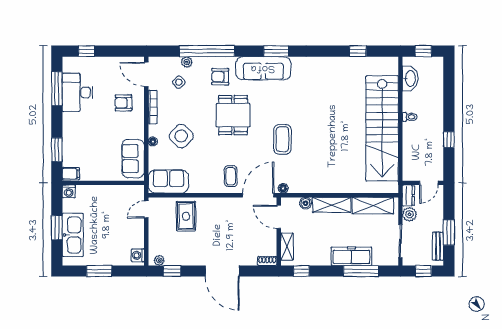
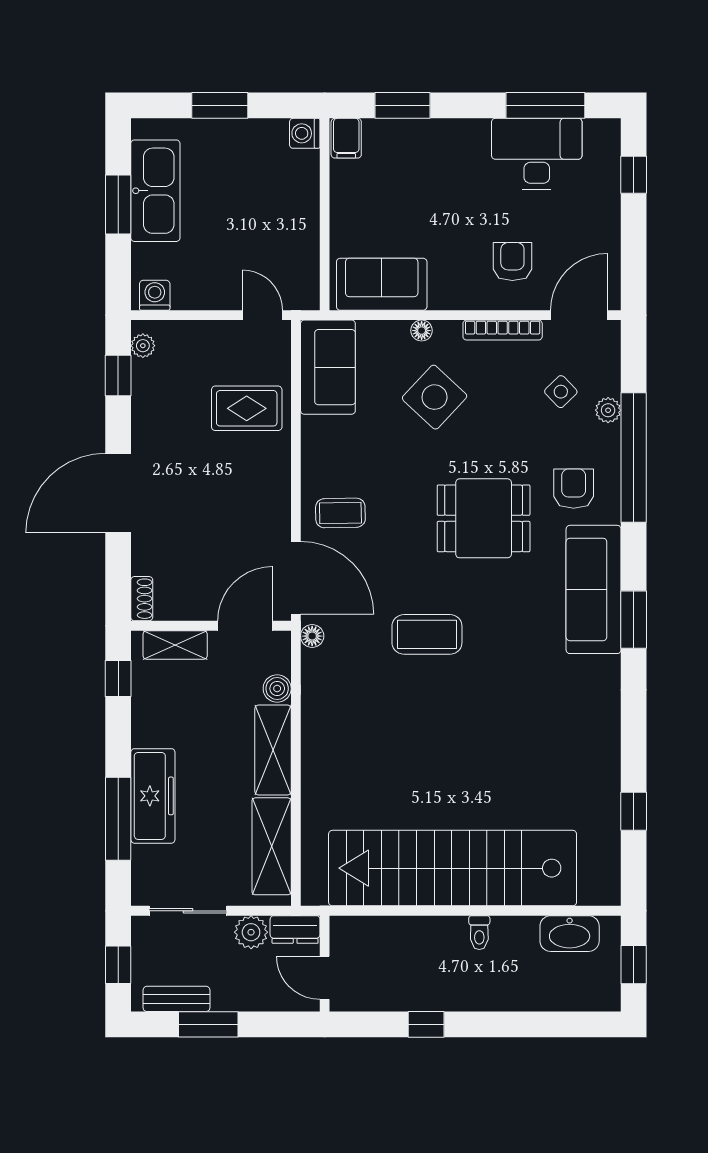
kitchen sink: (73, 235) -> (155, 191), moved, turned -90

